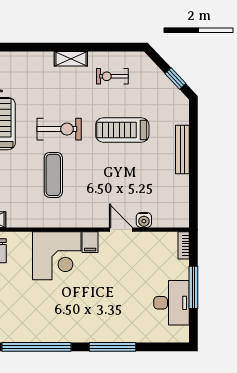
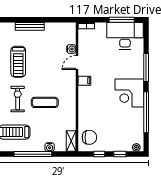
corner desk: (57, 256) -> (129, 93), moved, turned 180
window: (193, 287) -> (122, 20), moved
desk: (172, 303) -> (125, 36), width x1.36, depth x1.30

